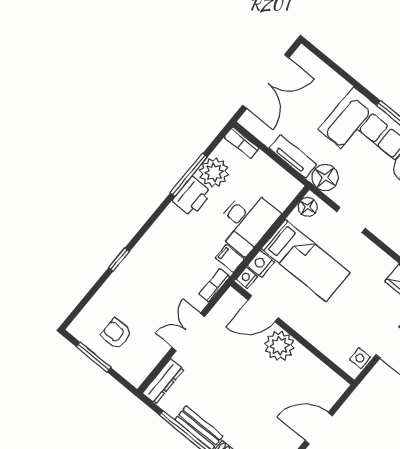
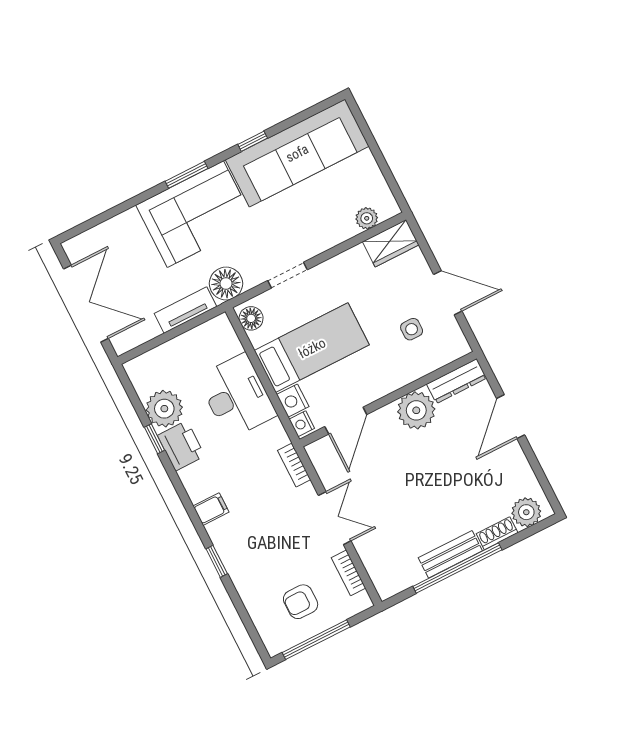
bookcase: (242, 143) -> (348, 573), moved, turned 90
window: (189, 175) -> (155, 439), width x0.46
filing cabinet: (230, 258) -> (211, 509), moved, turned 180
double door: (188, 332) -> (335, 518), swing flipped
plant: (279, 346) -> (416, 410), moved
window: (94, 357) -> (316, 640), width x1.44
side table: (360, 358) -> (412, 329), moved
dresser: (163, 381) -> (457, 381), moved, turned 90

